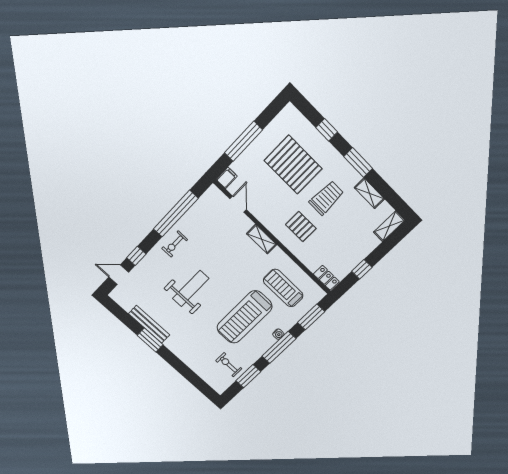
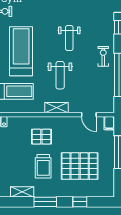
weight bench: (230, 265) -> (60, 75), added
weight bench: (191, 288) -> (69, 38), width x0.73, depth x0.75

